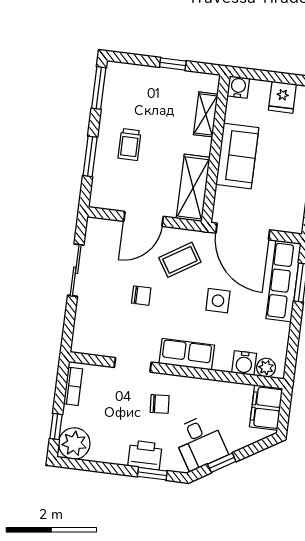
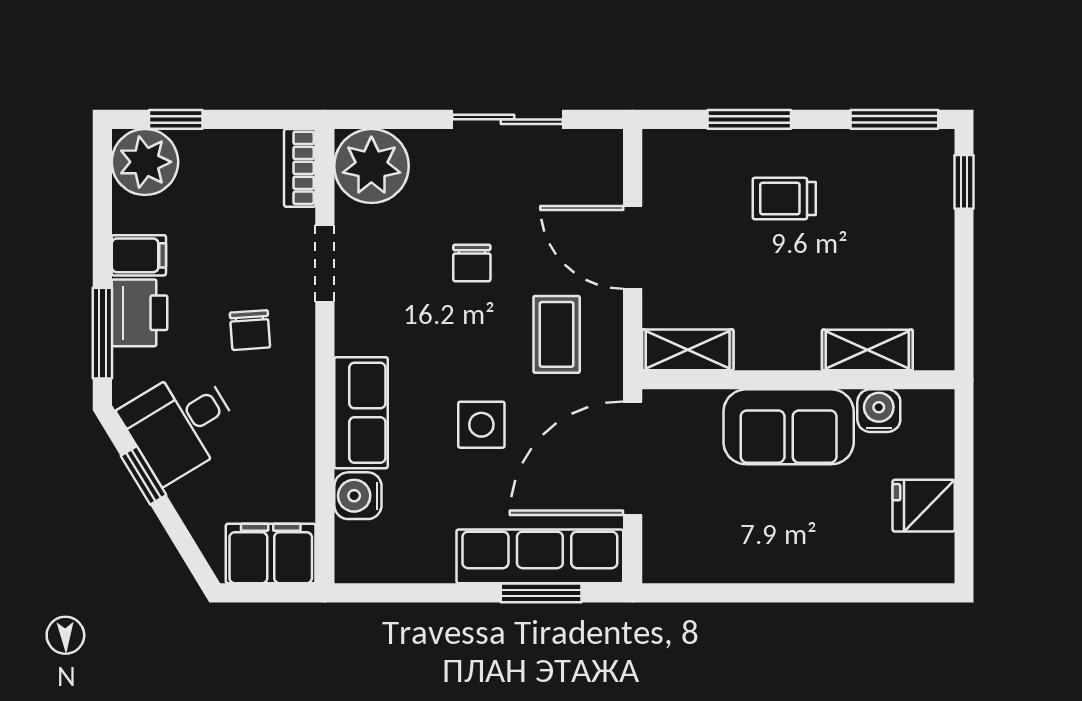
window: (173, 64) -> (964, 182), moved
water cooler: (238, 87) -> (879, 411), moved, turned -90
shelving: (193, 188) -> (688, 350), width x0.67, depth x0.75
coffee table: (180, 260) -> (557, 334), turned 32
row of seats: (187, 354) -> (361, 413), moved
plant: (266, 368) -> (371, 166), moved, width x1.87, depth x1.87
bookcase: (73, 386) -> (300, 168), moved, turned 90
filing cabinet: (118, 452) -> (139, 255), added
window: (152, 474) -> (102, 333), width x1.50

